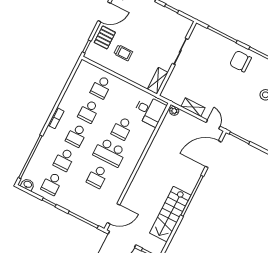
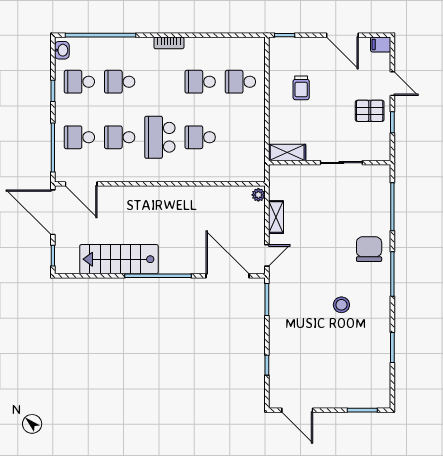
pallet: (105, 37) -> (370, 111), moved
desk: (150, 111) -> (242, 162), removed
school desk: (76, 135) -> (79, 137), moved

